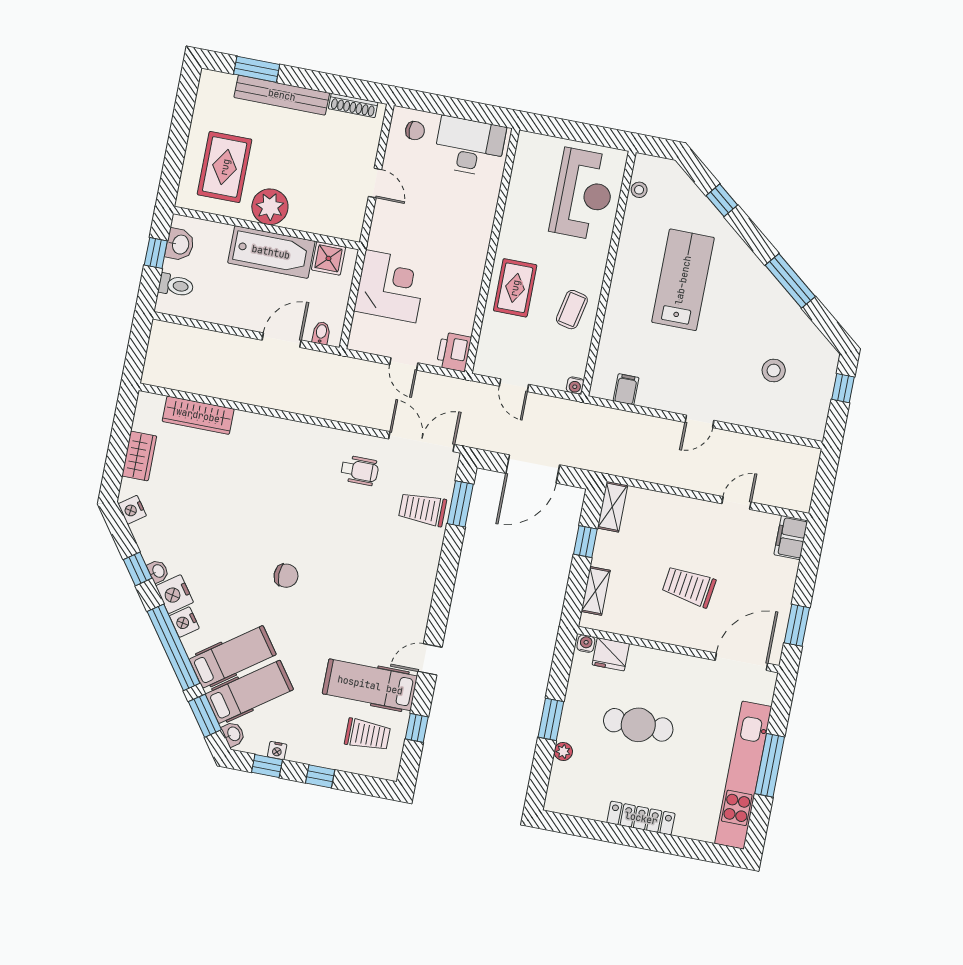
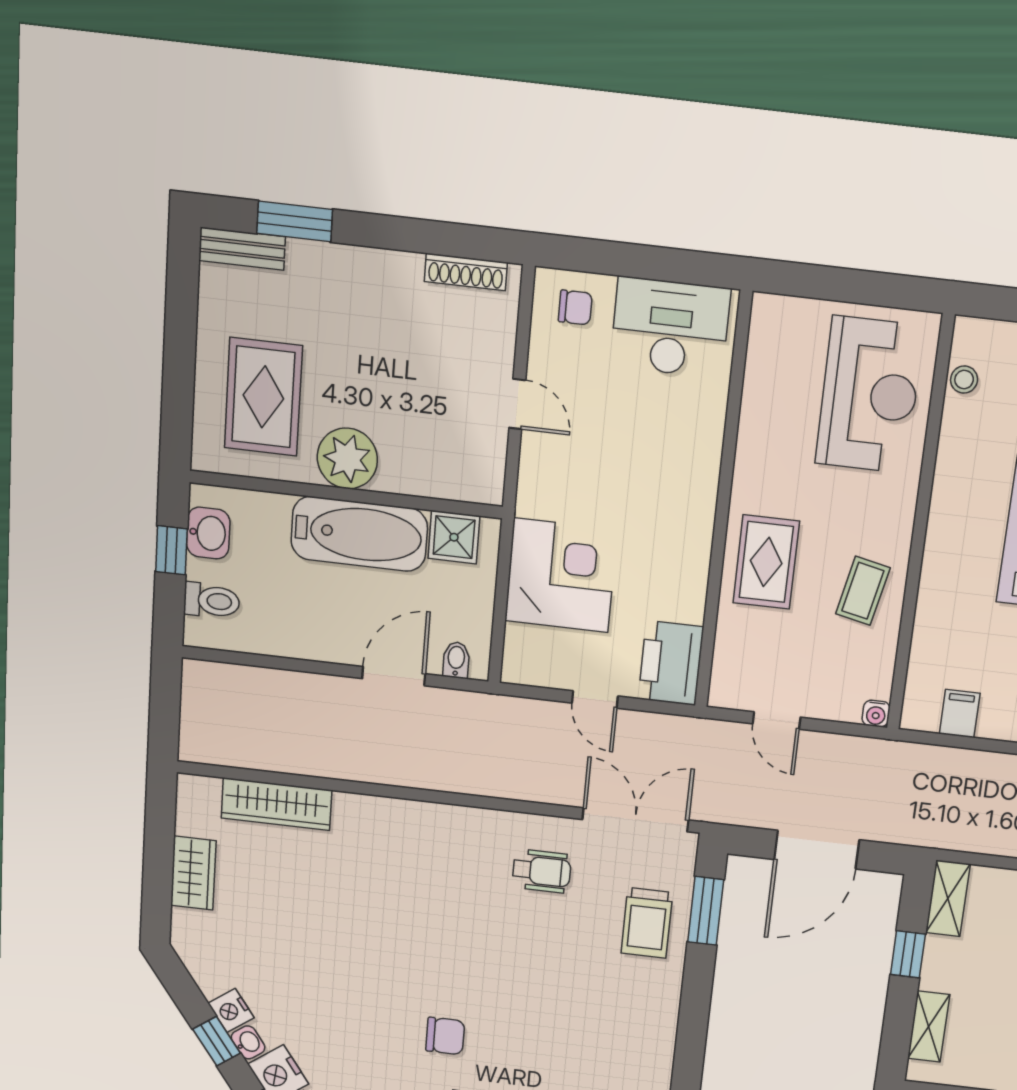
bench: (282, 95) -> (242, 249), moved, width x0.54, depth x0.82
printer: (454, 352) -> (671, 663), width x1.37, depth x1.19
trolley: (423, 509) -> (647, 923), turned -90
nightstand: (132, 510) -> (231, 1010), moved

